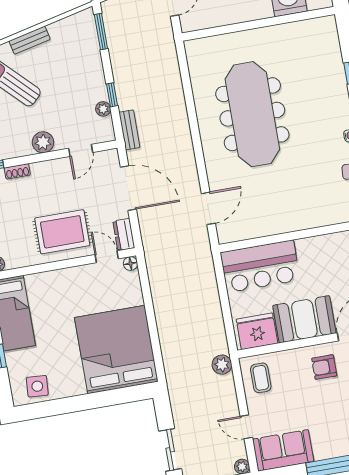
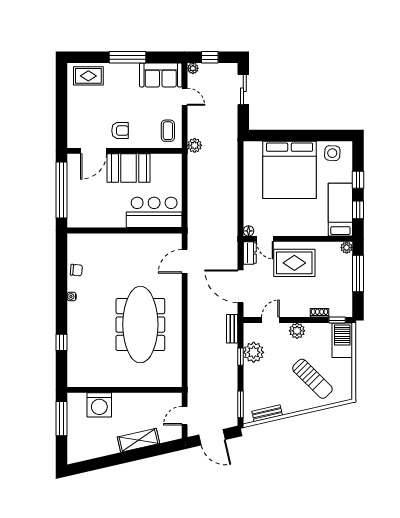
bench: (30, 40) -> (267, 413), moved
plant: (103, 109) -> (254, 352), width x1.88, depth x1.88
fridge: (257, 331) -> (165, 165), removed
bed: (116, 350) -> (290, 170), moved

